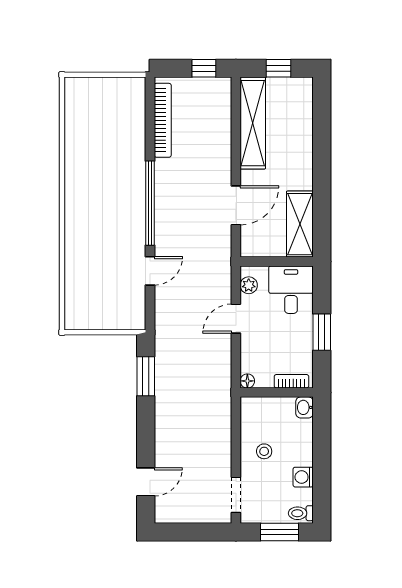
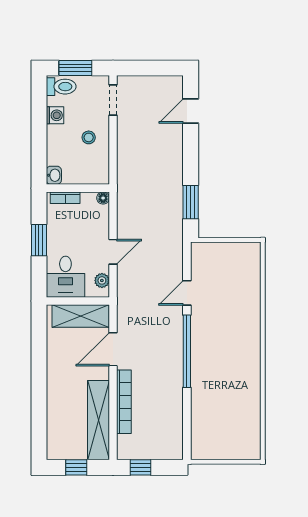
bookcase: (163, 120) -> (124, 402), moved, turned 180
shelving: (300, 224) -> (81, 316), moved, turned 90
toilet: (301, 513) -> (61, 87), width x1.37, depth x1.39

